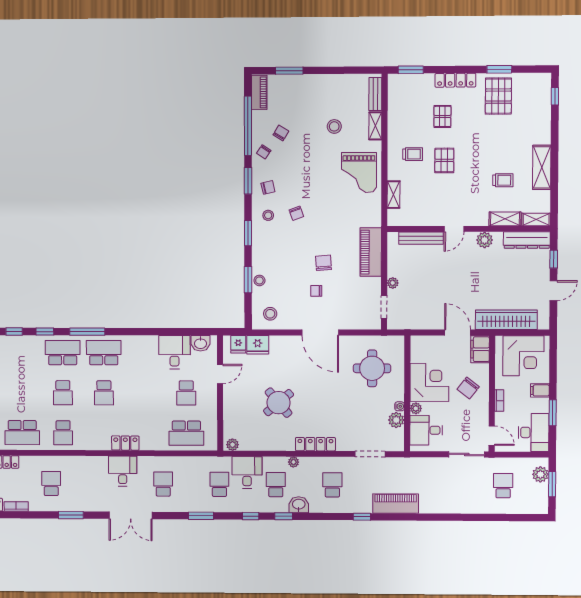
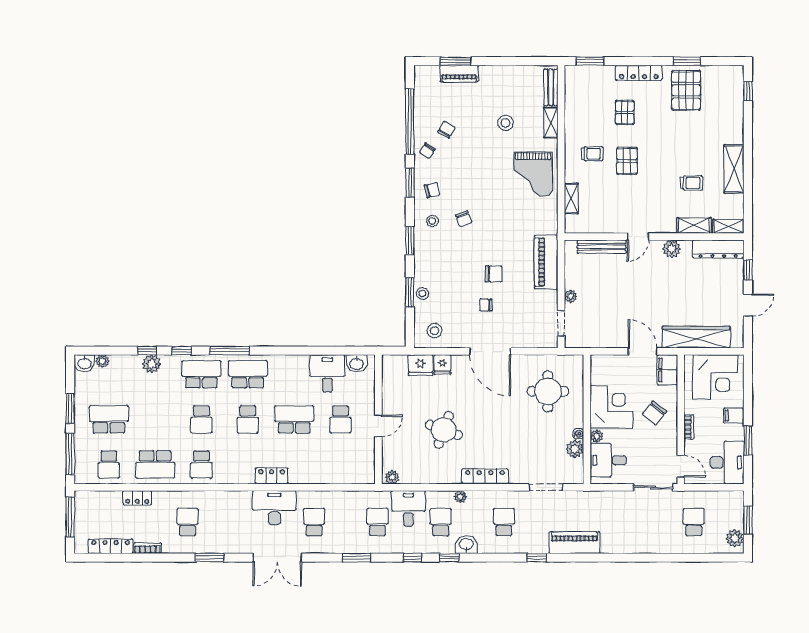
piano: (259, 92) -> (459, 74), moved, turned 90
chair: (323, 263) -> (494, 274), turned 94
plant: (18, 343) -> (152, 364), added
fridge: (238, 344) -> (442, 365), moved
door: (220, 374) -> (378, 426), moved
round table: (279, 403) -> (444, 430), turned -30
school desk: (186, 433) -> (294, 419), moved, turned 180
desk: (123, 471) -> (274, 508), width x1.37
plant: (540, 474) -> (735, 538), moved

